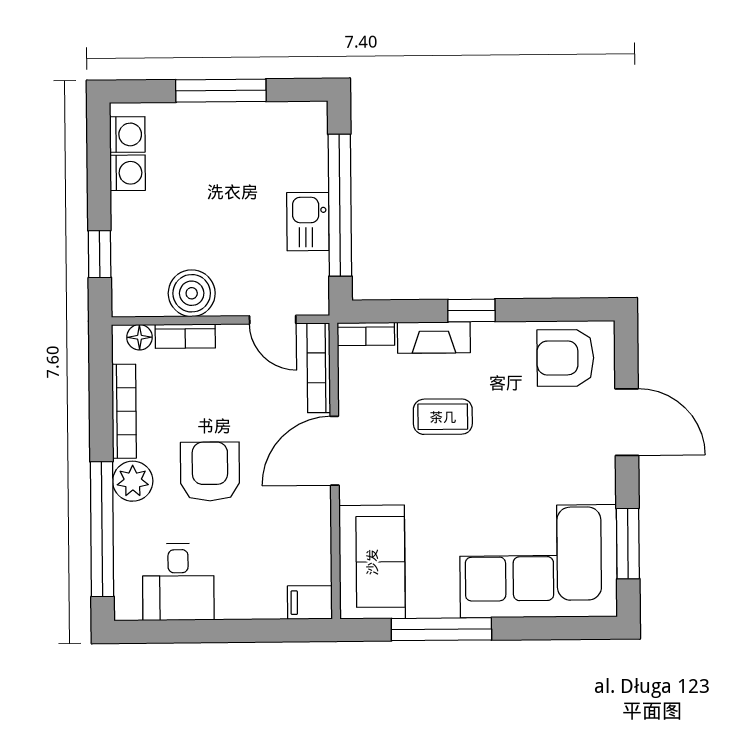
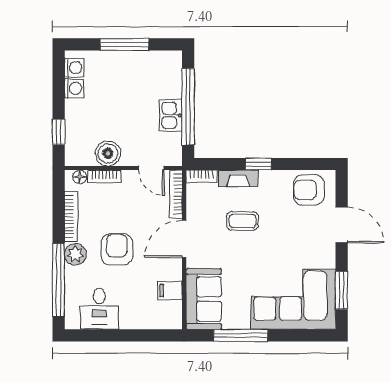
filing cabinet: (310, 602) -> (170, 291), moved

